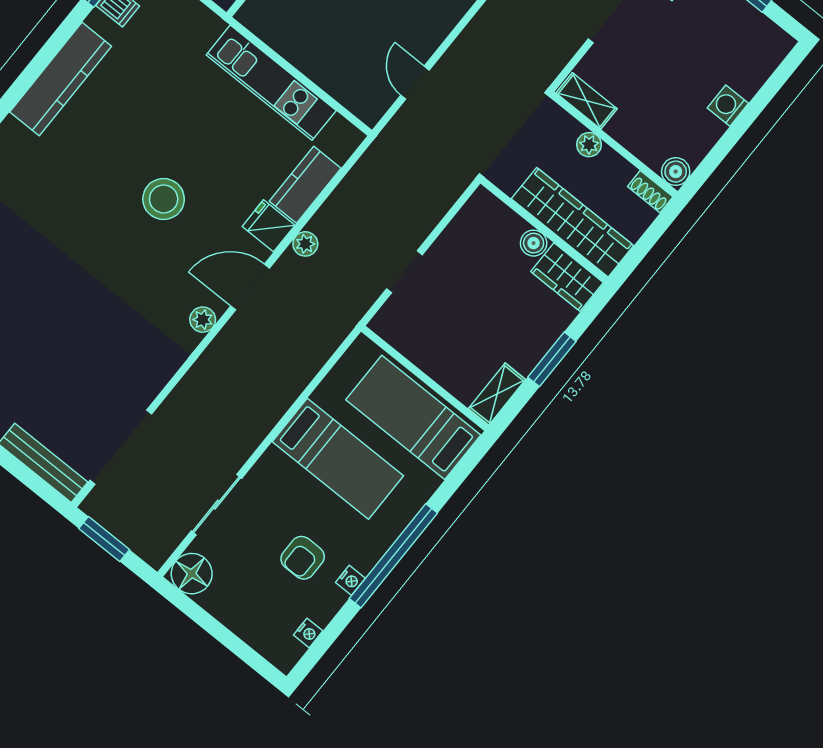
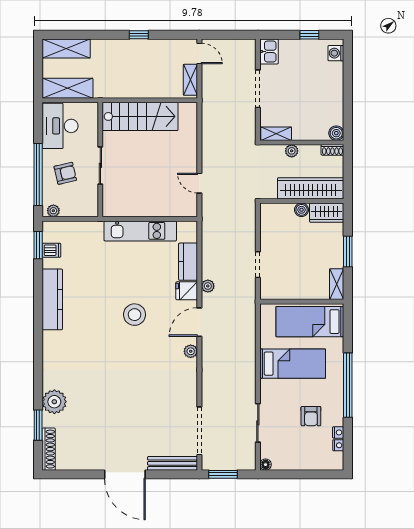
washing machine: (728, 106) -> (336, 53), moved
floor lamp: (192, 574) -> (266, 465), width x0.53, depth x0.53
nightstand: (350, 580) -> (338, 432), moved

